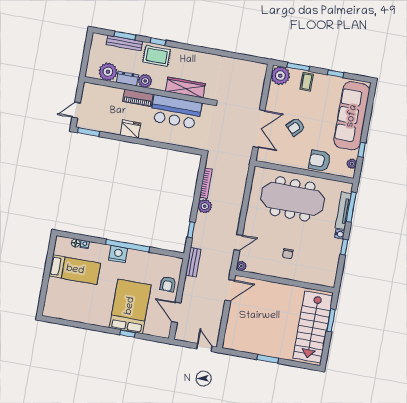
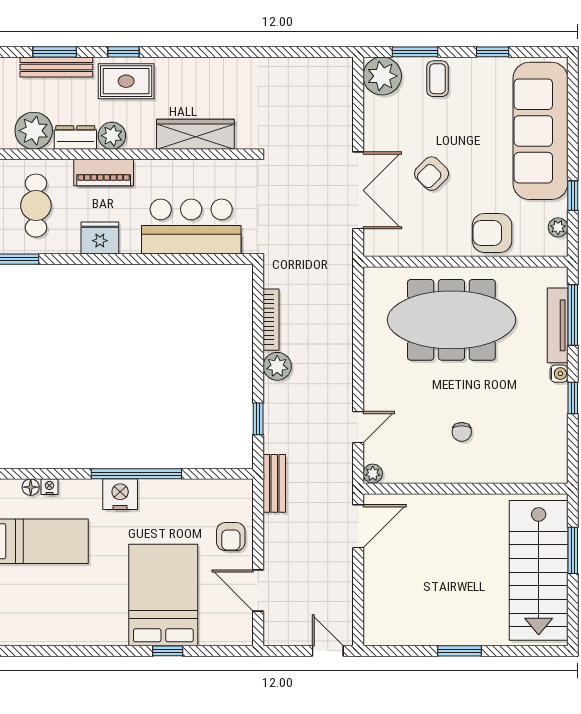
cafe table: (103, 108) -> (36, 206), added
bar counter: (176, 112) -> (191, 227), moved, turned 180

